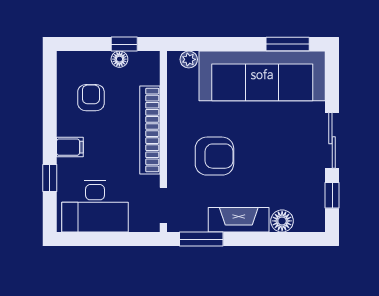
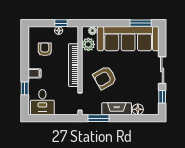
plant: (180, 88) -> (88, 44), added
armchair: (214, 156) -> (105, 78), turned 150
desk: (95, 206) -> (42, 102), width x0.73

